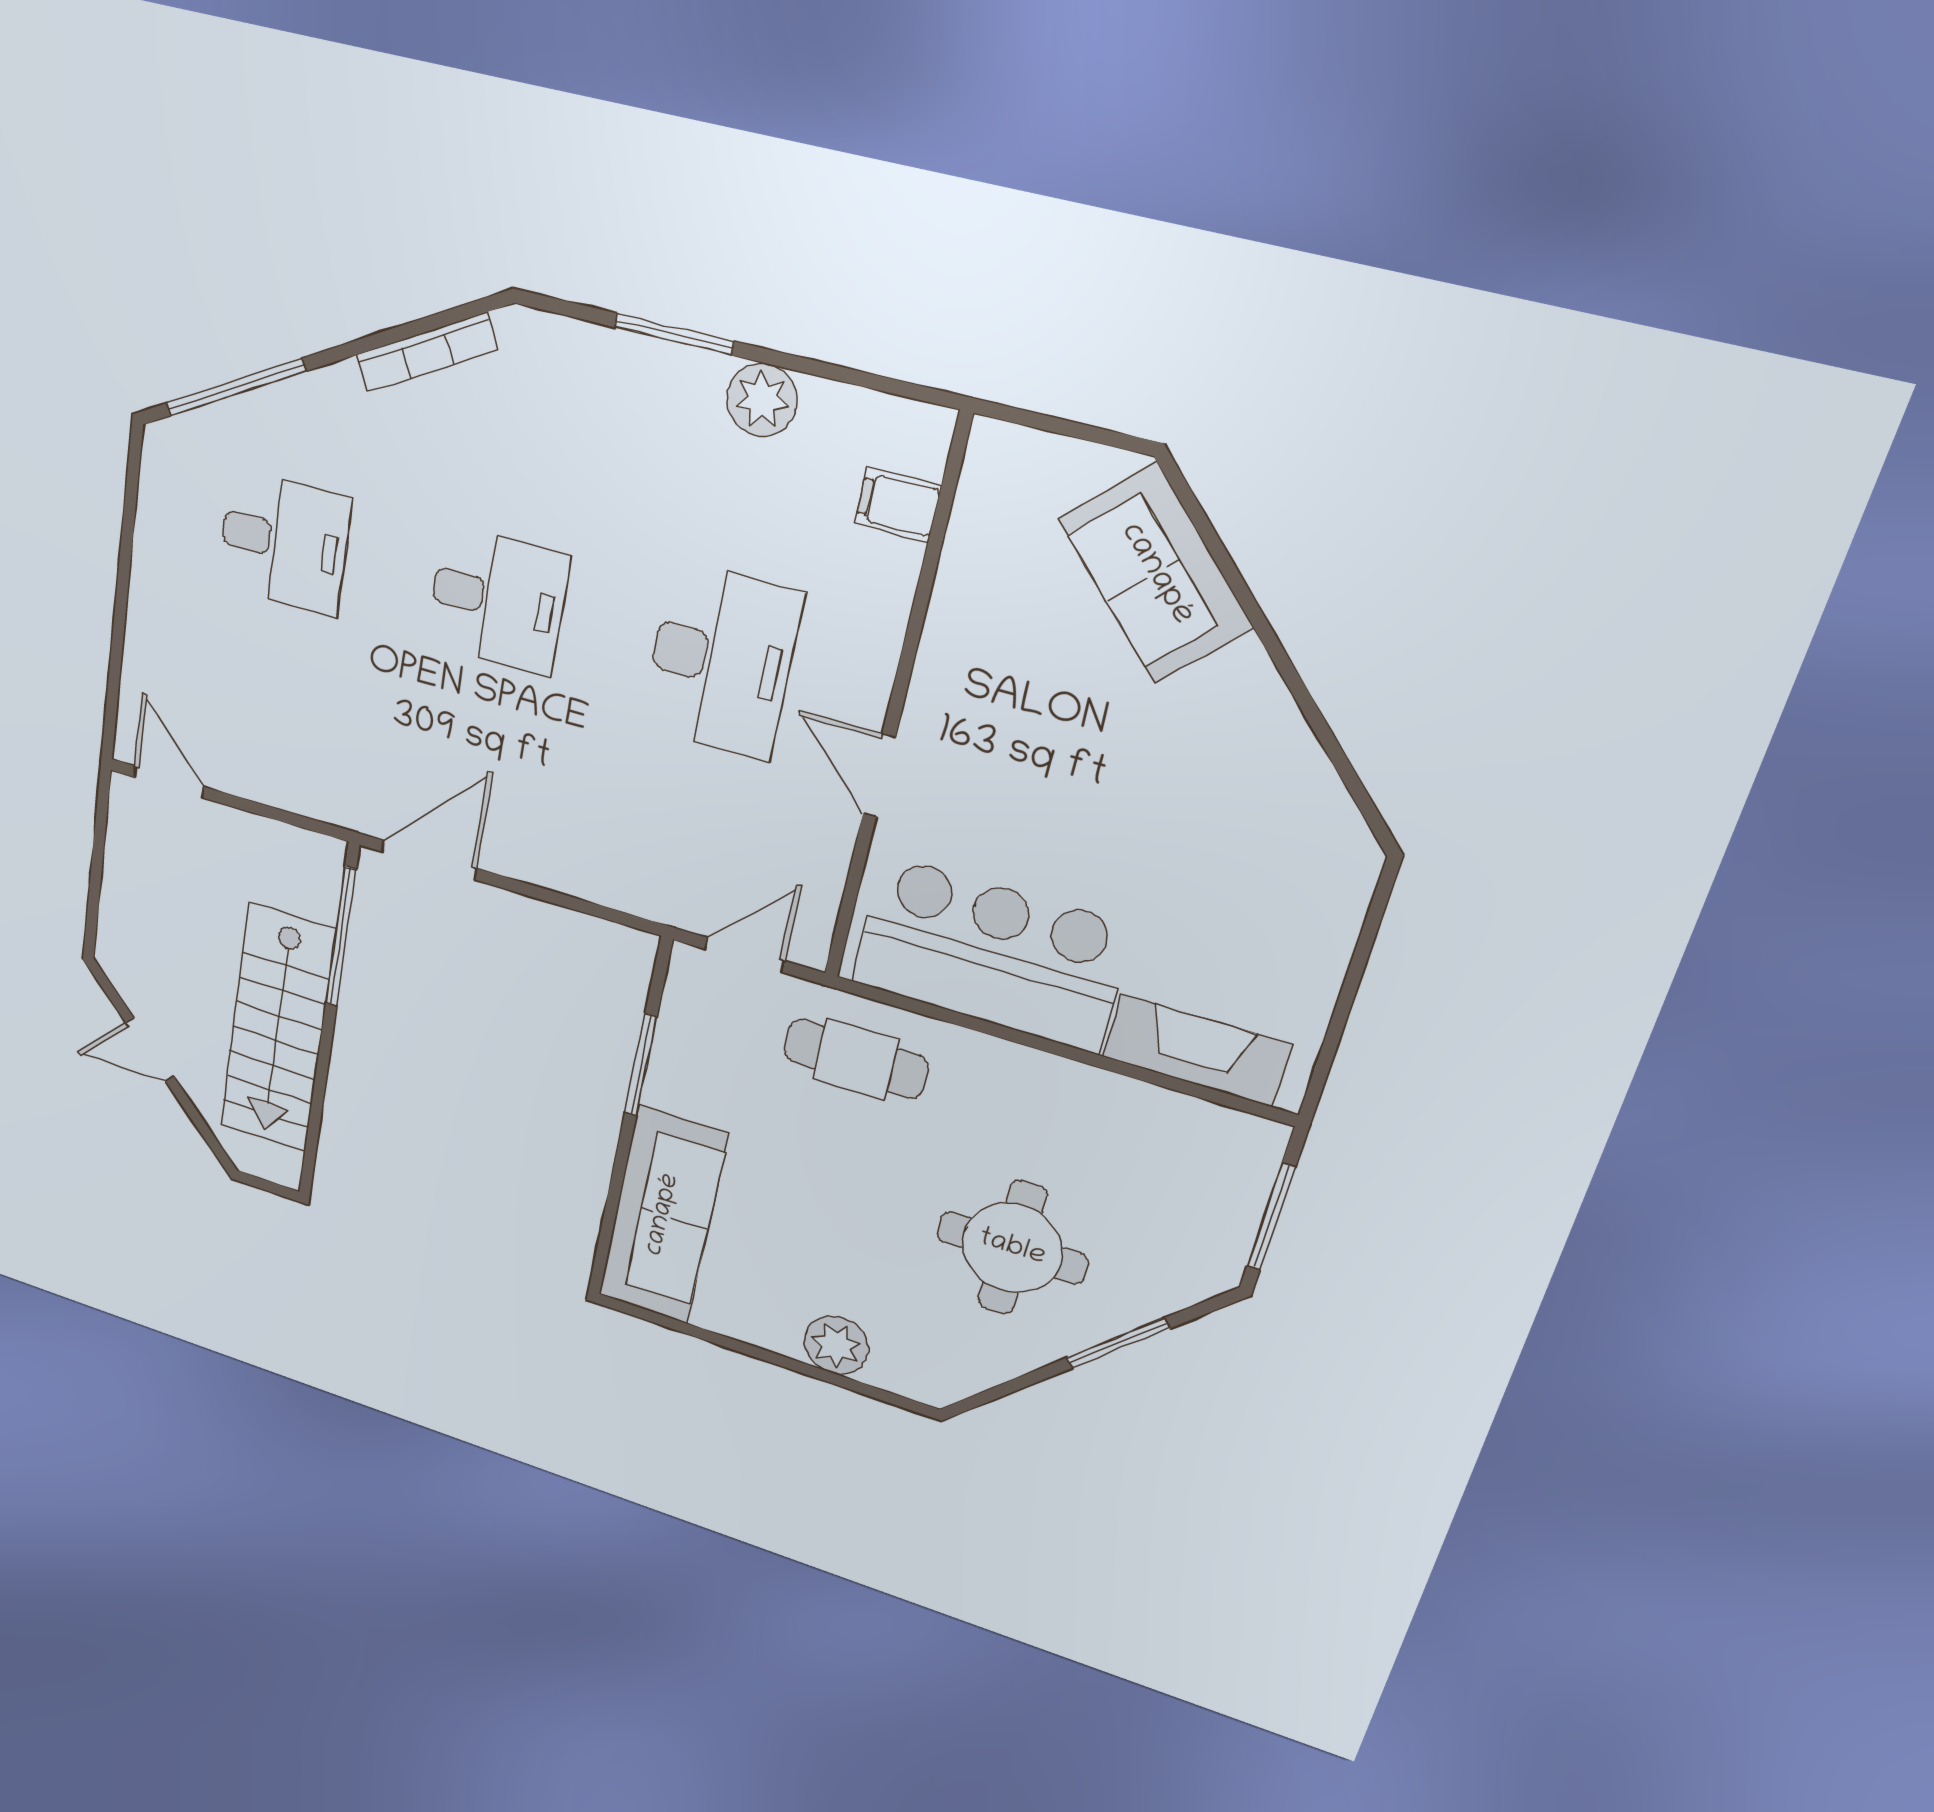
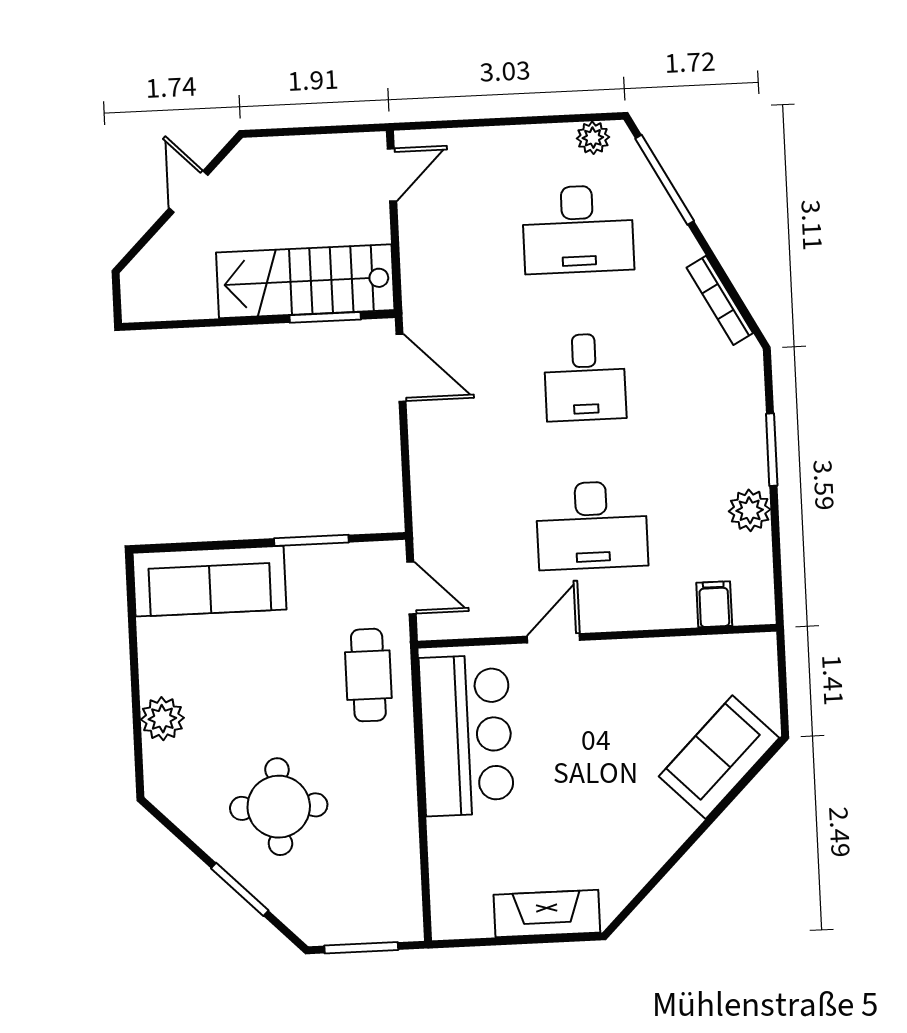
plant: (161, 479) -> (593, 138), added
desk: (284, 542) -> (578, 229), width x1.37
window: (341, 937) -> (325, 317), width x0.69
stairs: (278, 1029) -> (305, 281), moved
fireplace: (1197, 1051) -> (547, 914), moved, turned -90

